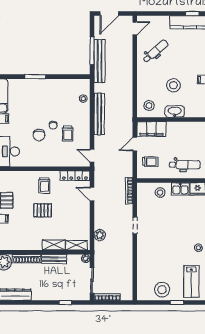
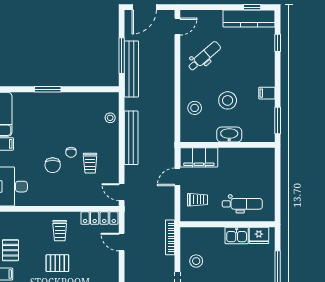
stool: (149, 105) -> (195, 108), moved
stool: (160, 193) -> (196, 261), moved

